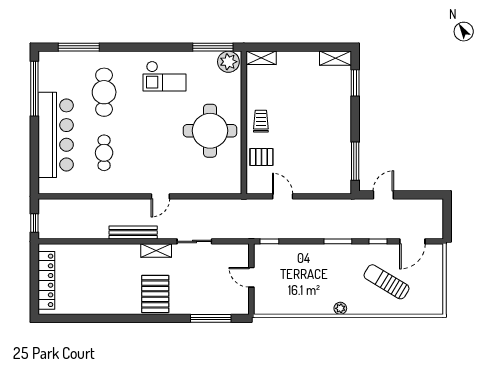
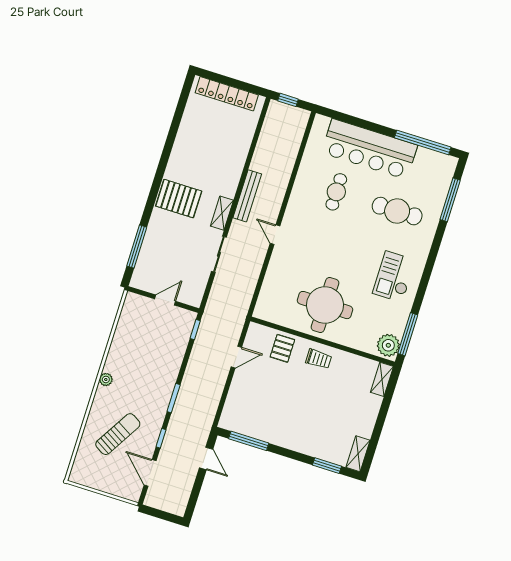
cafe table: (104, 153) -> (336, 192), turned 90

